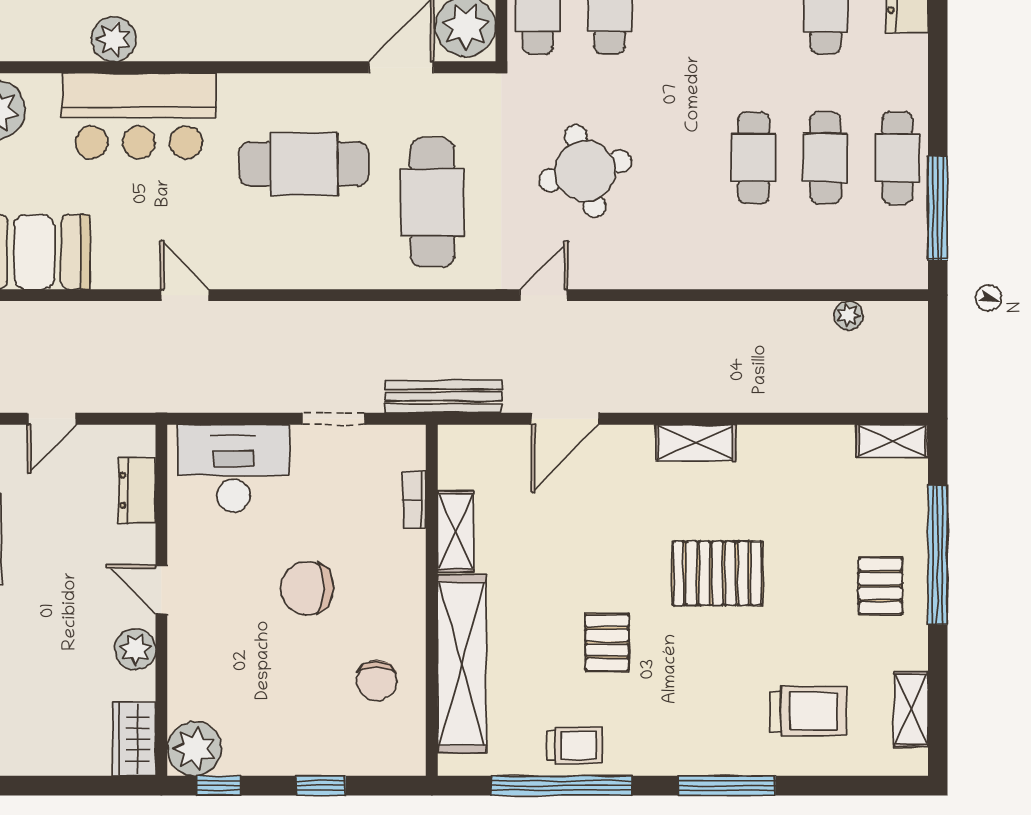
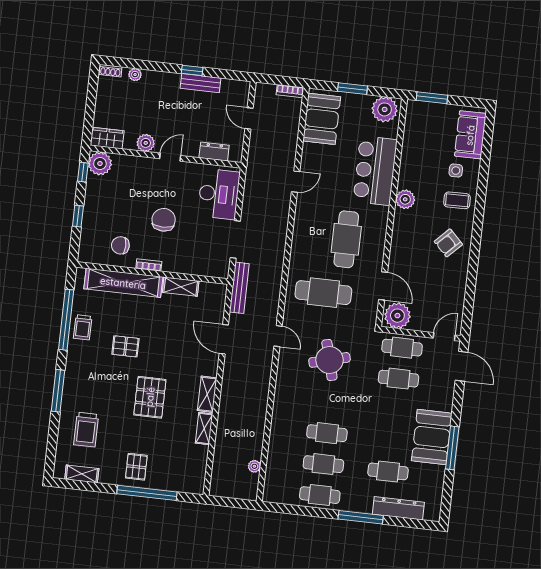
plant: (114, 39) -> (405, 199), moved
window: (938, 208) -> (361, 517), moved
doorway: (333, 419) -> (235, 239), width x1.38
shelving: (892, 441) -> (204, 429), moved
bookcase: (414, 500) -> (149, 265), moved
pallet: (880, 586) -> (136, 467), turned 90

